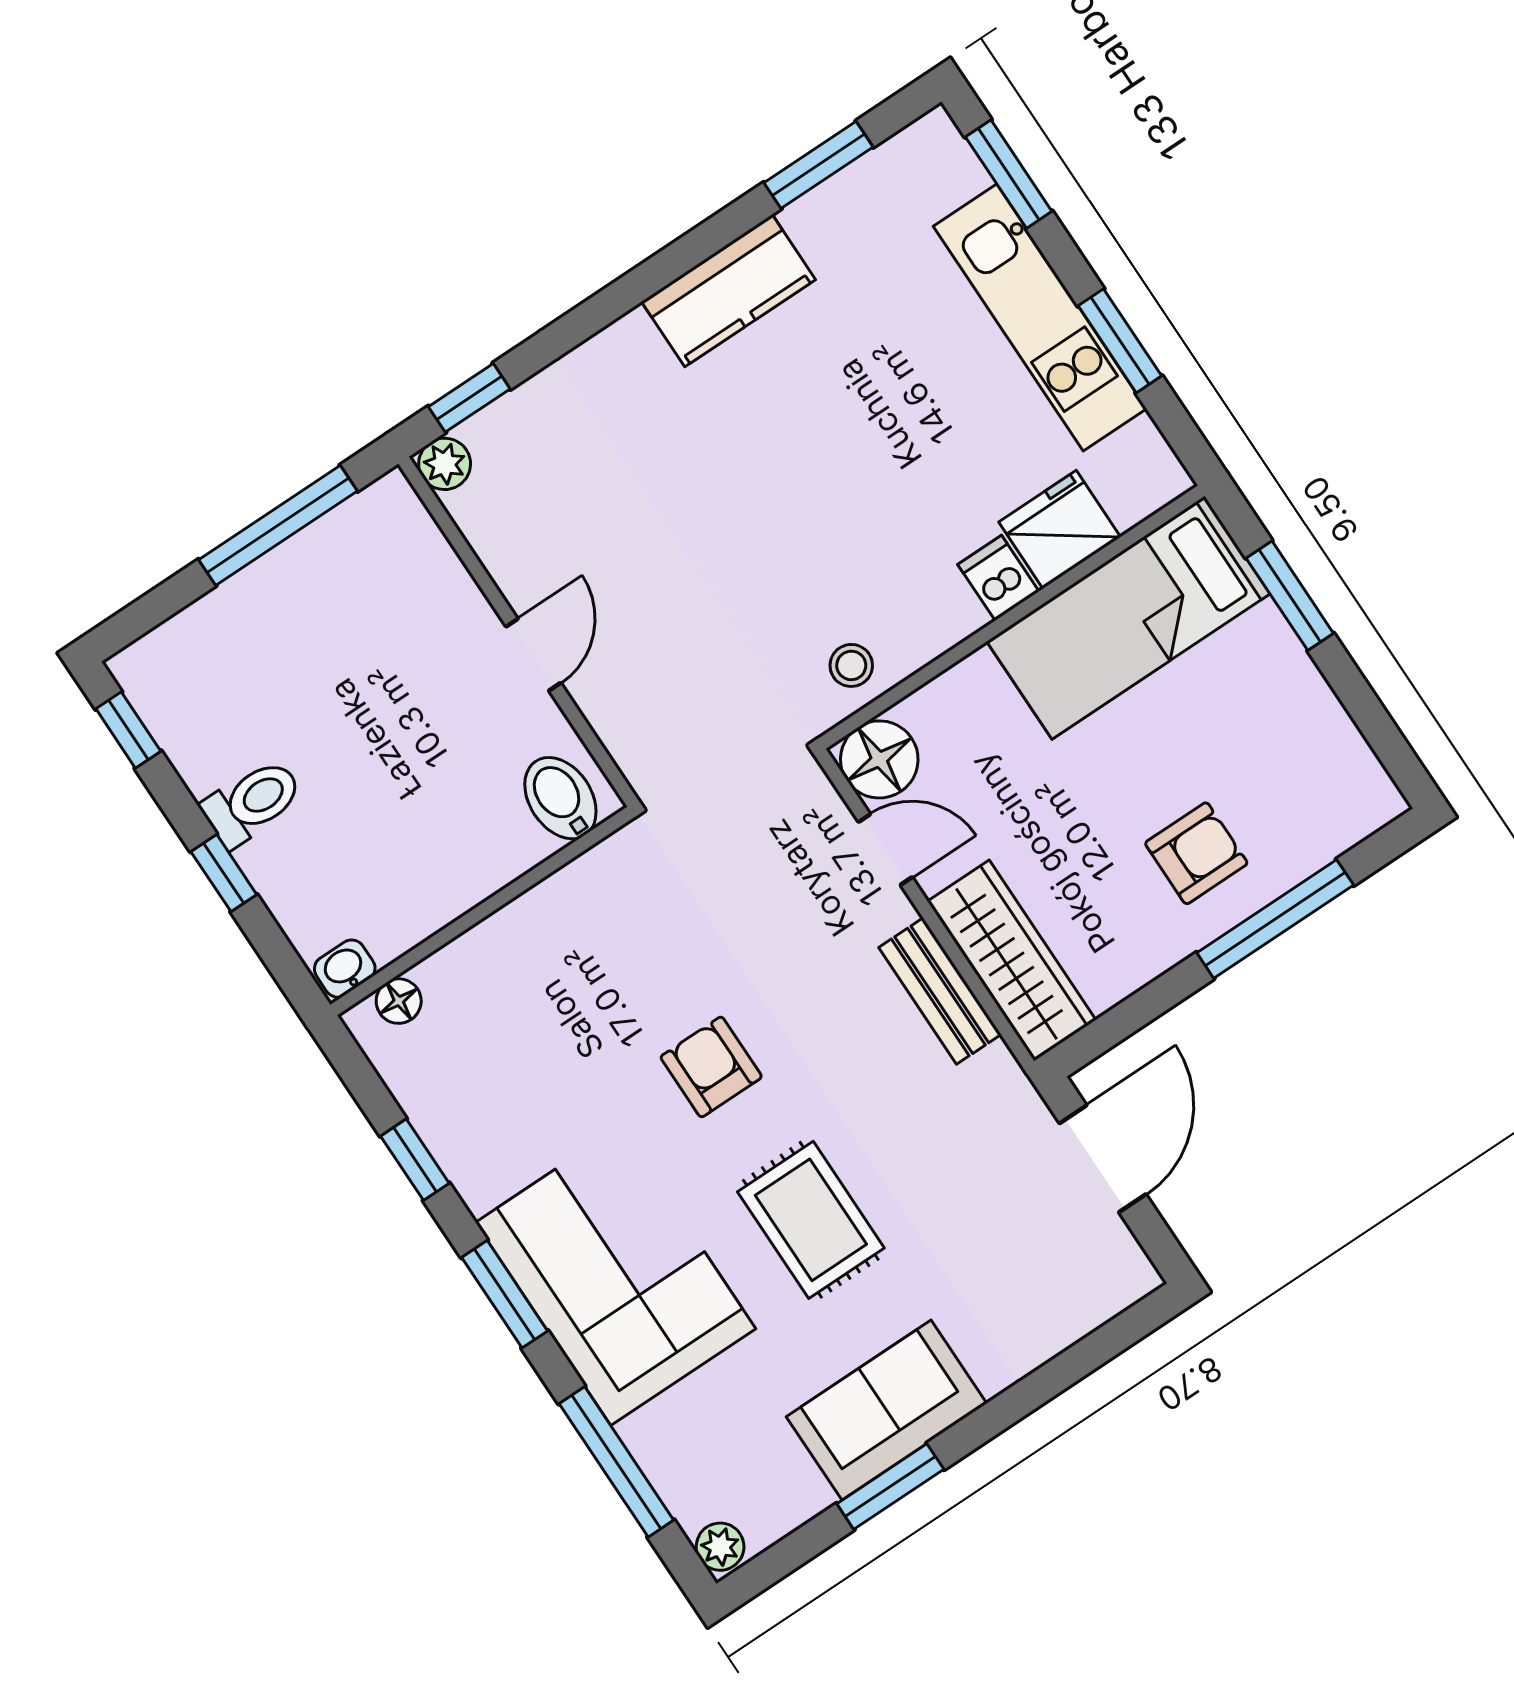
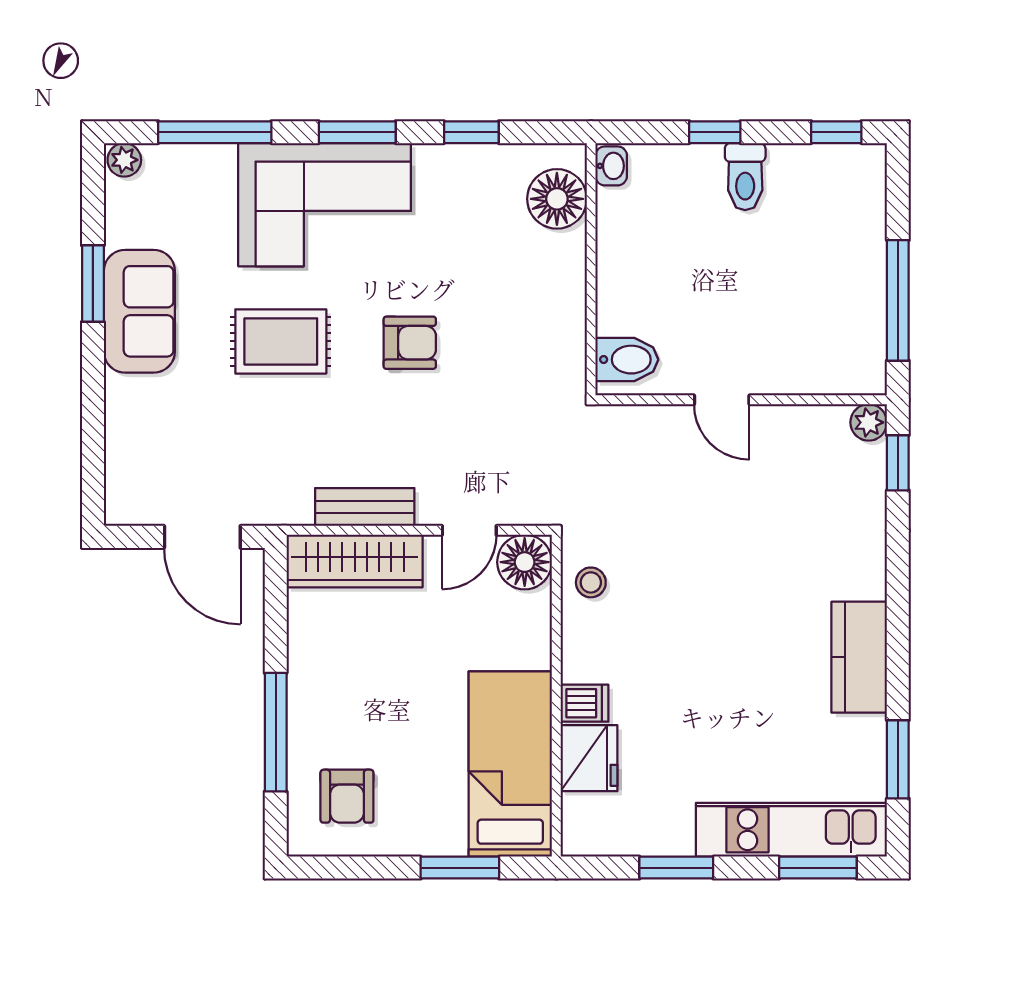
kitchen unit: (1040, 317) -> (791, 830), moved
armchair: (1196, 853) -> (347, 796), moved
floor lamp: (399, 1001) -> (557, 199), width x1.89, depth x1.89

